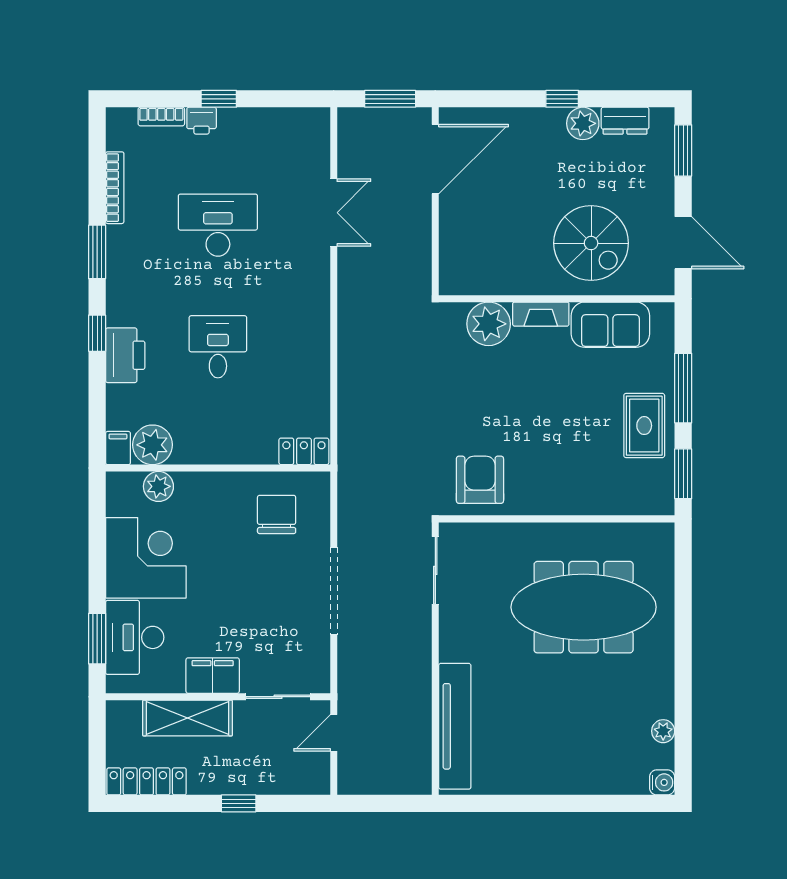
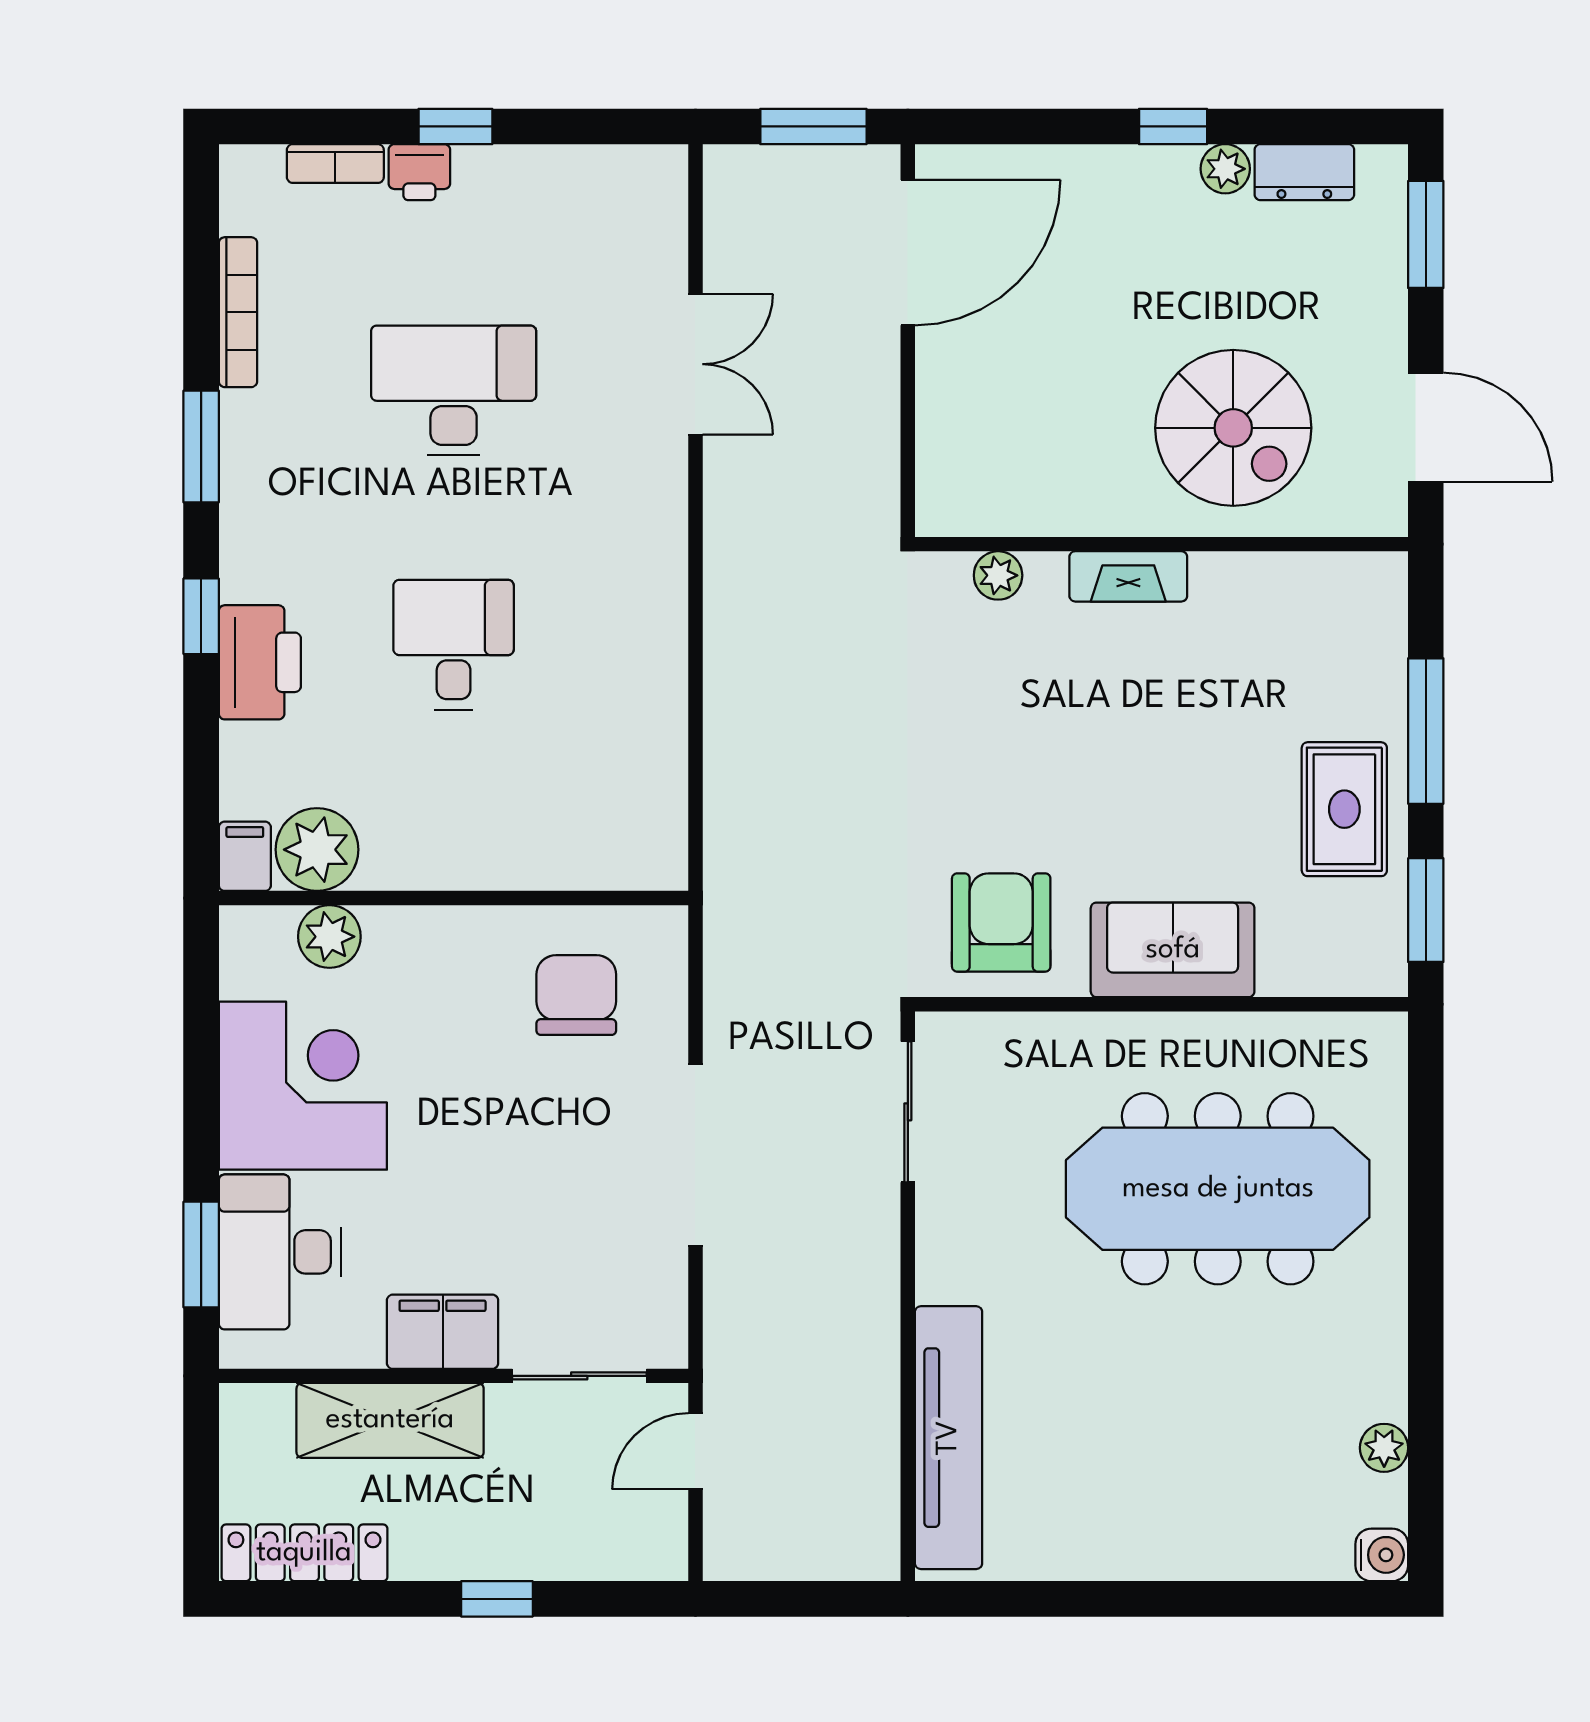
plant: (583, 123) -> (1225, 169), width x0.73, depth x0.73
plant: (489, 324) -> (998, 575), width x0.53, depth x0.53
sofa: (610, 325) -> (1173, 950), moved, turned 180
locker: (304, 451) -> (633, 863), removed

